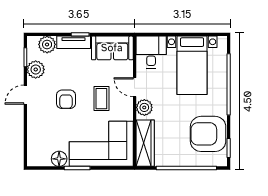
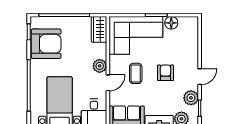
door: (135, 87) -> (108, 83), hinge flipped
wardrobe: (145, 143) -> (99, 29), width x0.67

